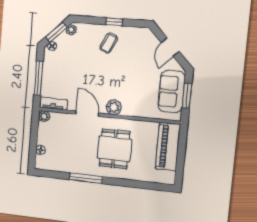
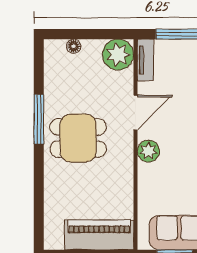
plant: (44, 116) -> (118, 55), width x1.88, depth x1.88
dining table: (114, 149) -> (78, 138), moved

